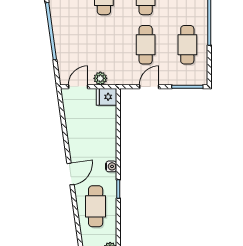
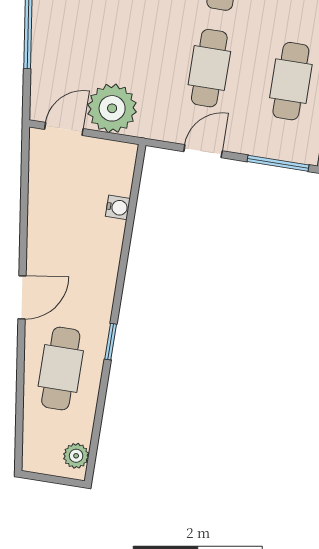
plant: (100, 78) -> (112, 108), width x1.88, depth x1.88
fridge: (106, 97) -> (116, 158), removed
water cooler: (111, 166) -> (118, 207), moved

